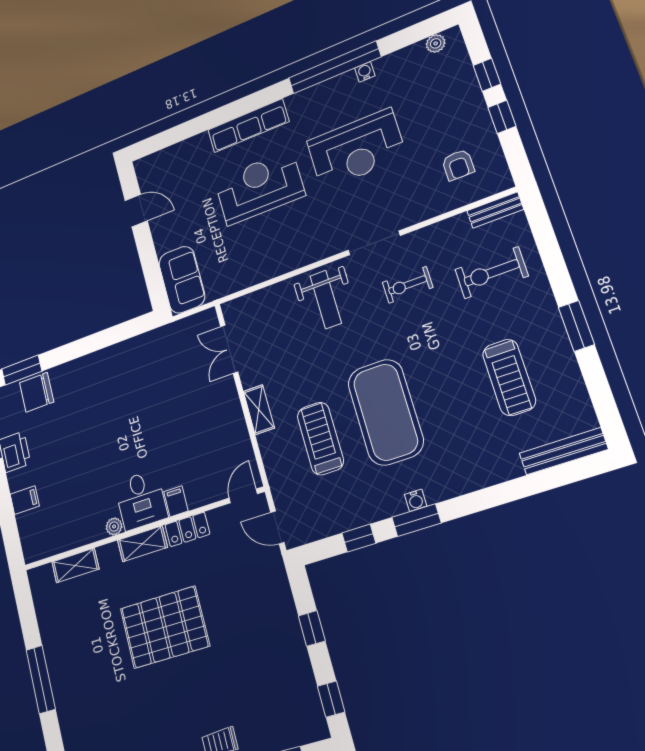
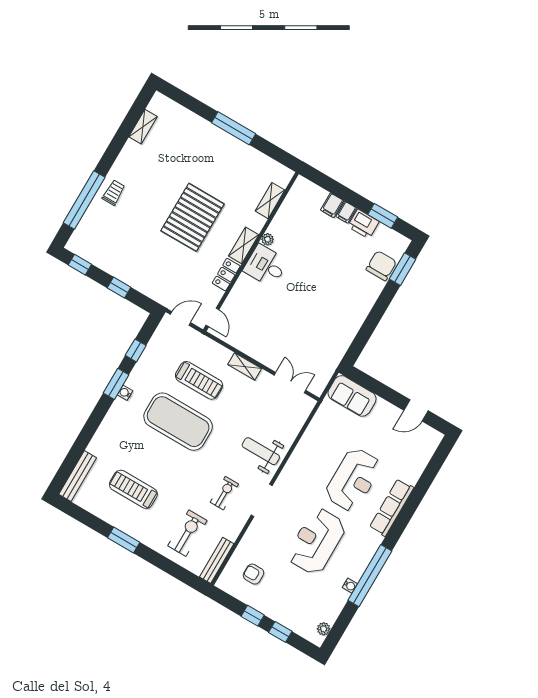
bench: (495, 210) -> (217, 560), width x1.36
filing cabinet: (176, 501) -> (346, 212), moved, turned 90

